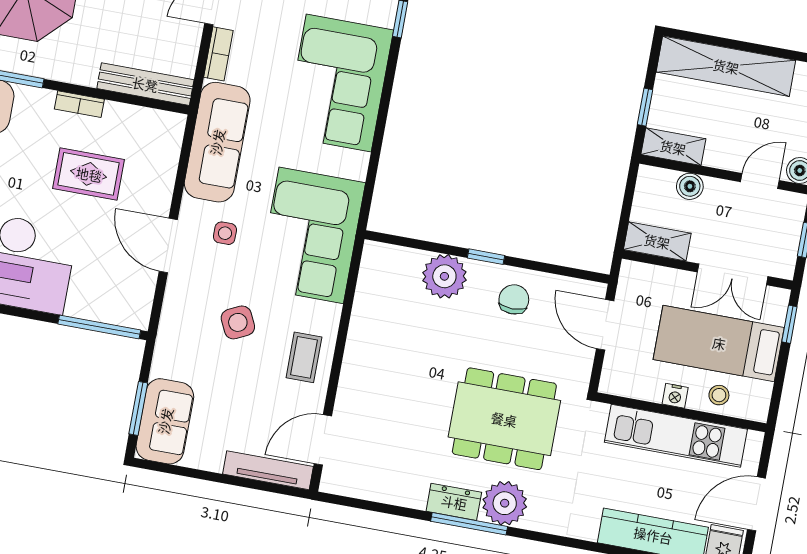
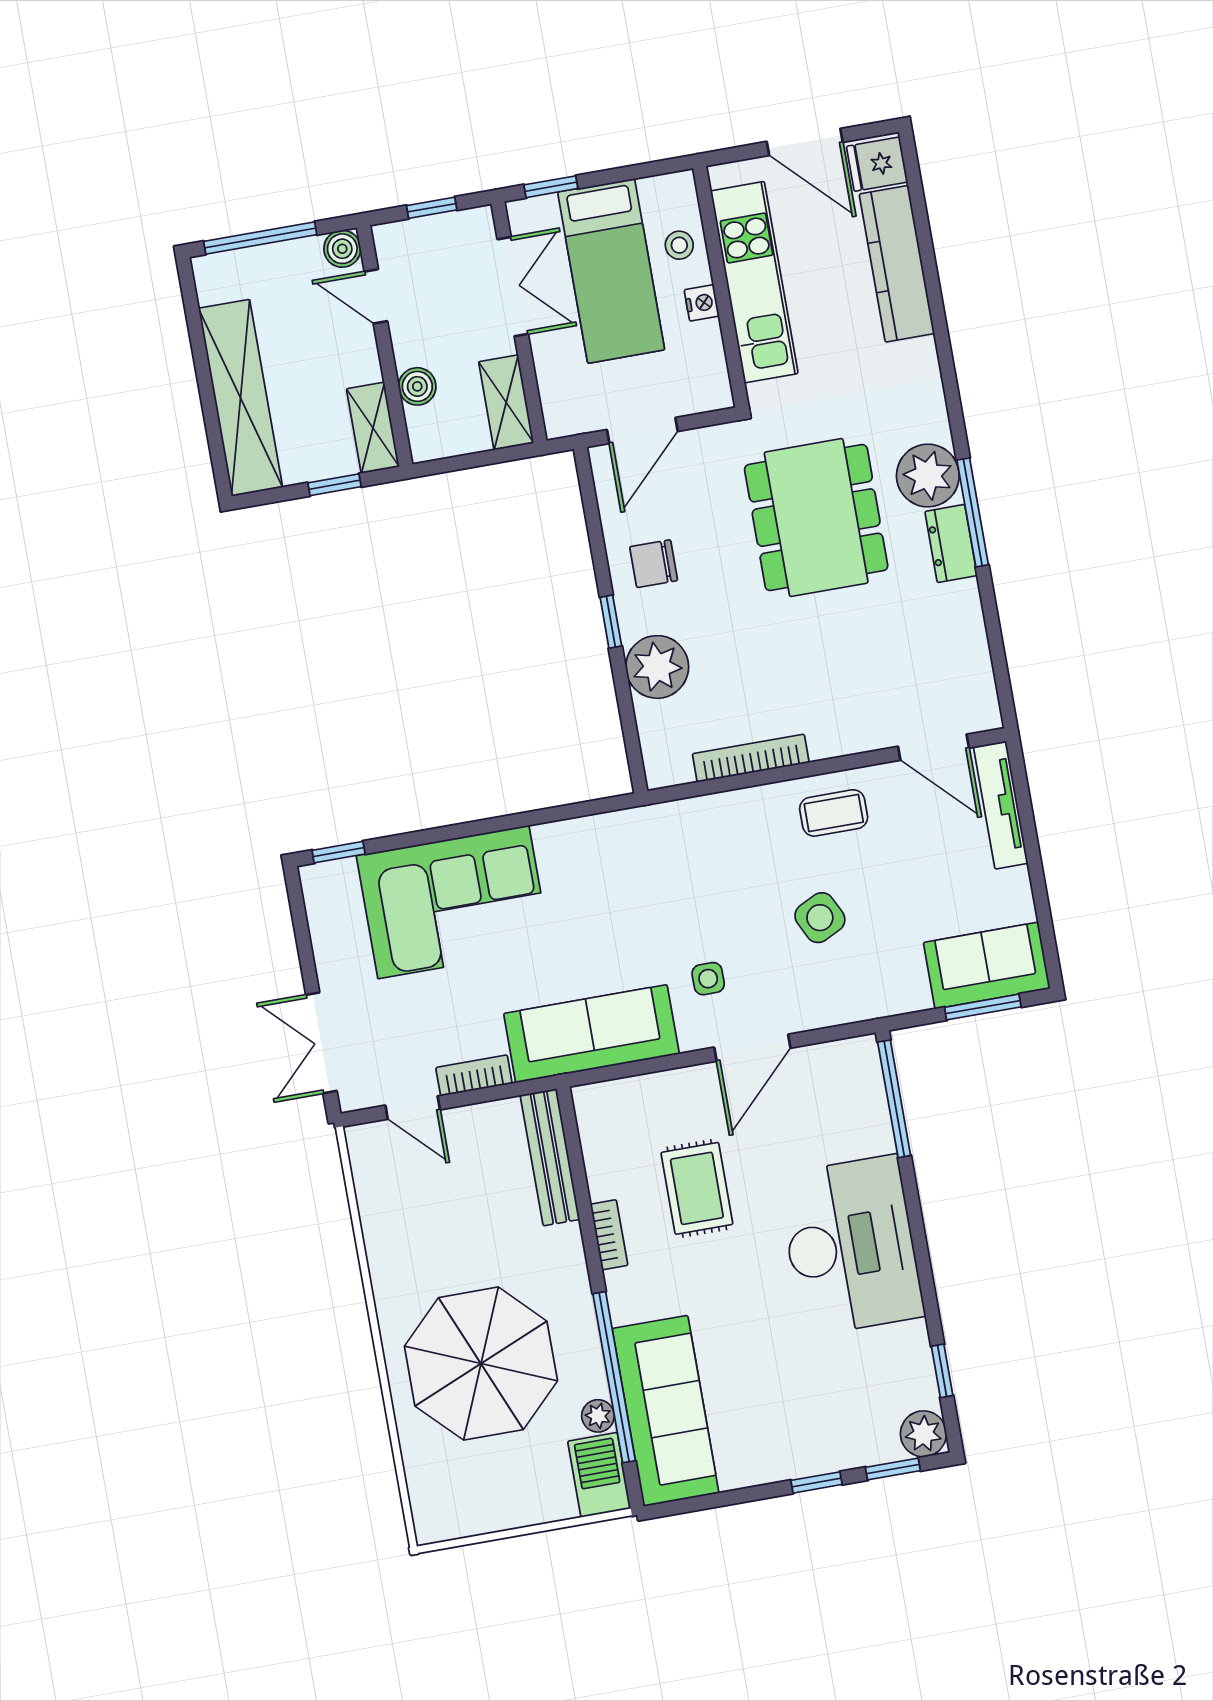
corner sofa: (311, 235) -> (669, 864), removed
bookcase: (361, 316) -> (751, 758), added

